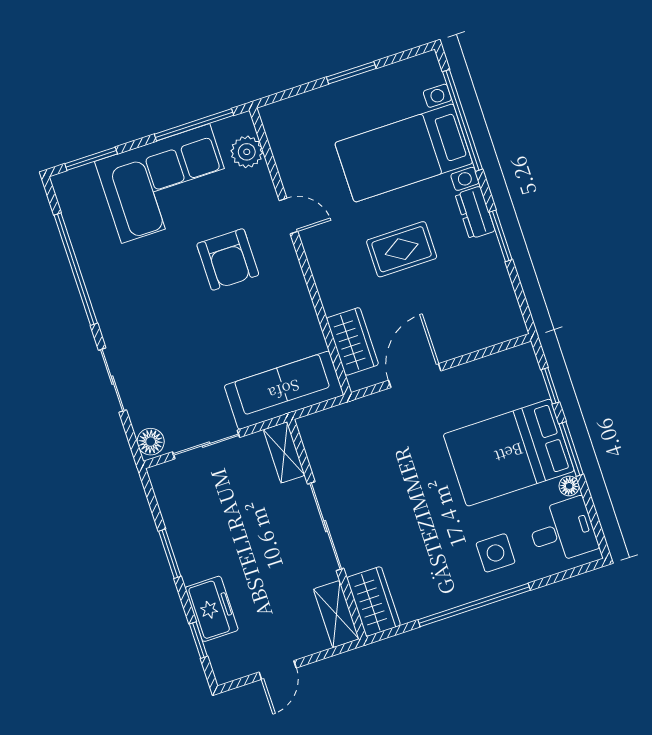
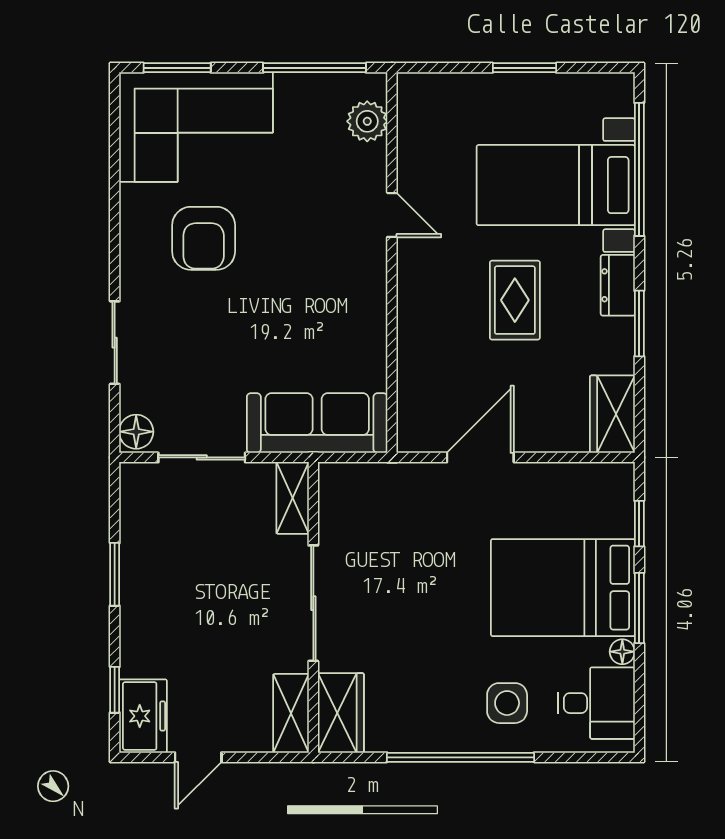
corner sofa: (166, 183) -> (196, 127), moved
rug: (402, 249) -> (515, 300), turned 90
armchair: (228, 259) -> (204, 238), moved
window: (76, 269) -> (115, 194), removed
wardrobe: (352, 341) -> (612, 414), moved, turned 180
freezer: (212, 609) -> (143, 716), moved

